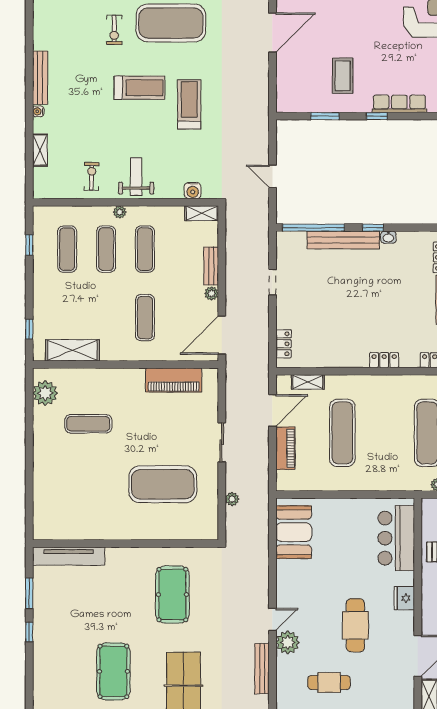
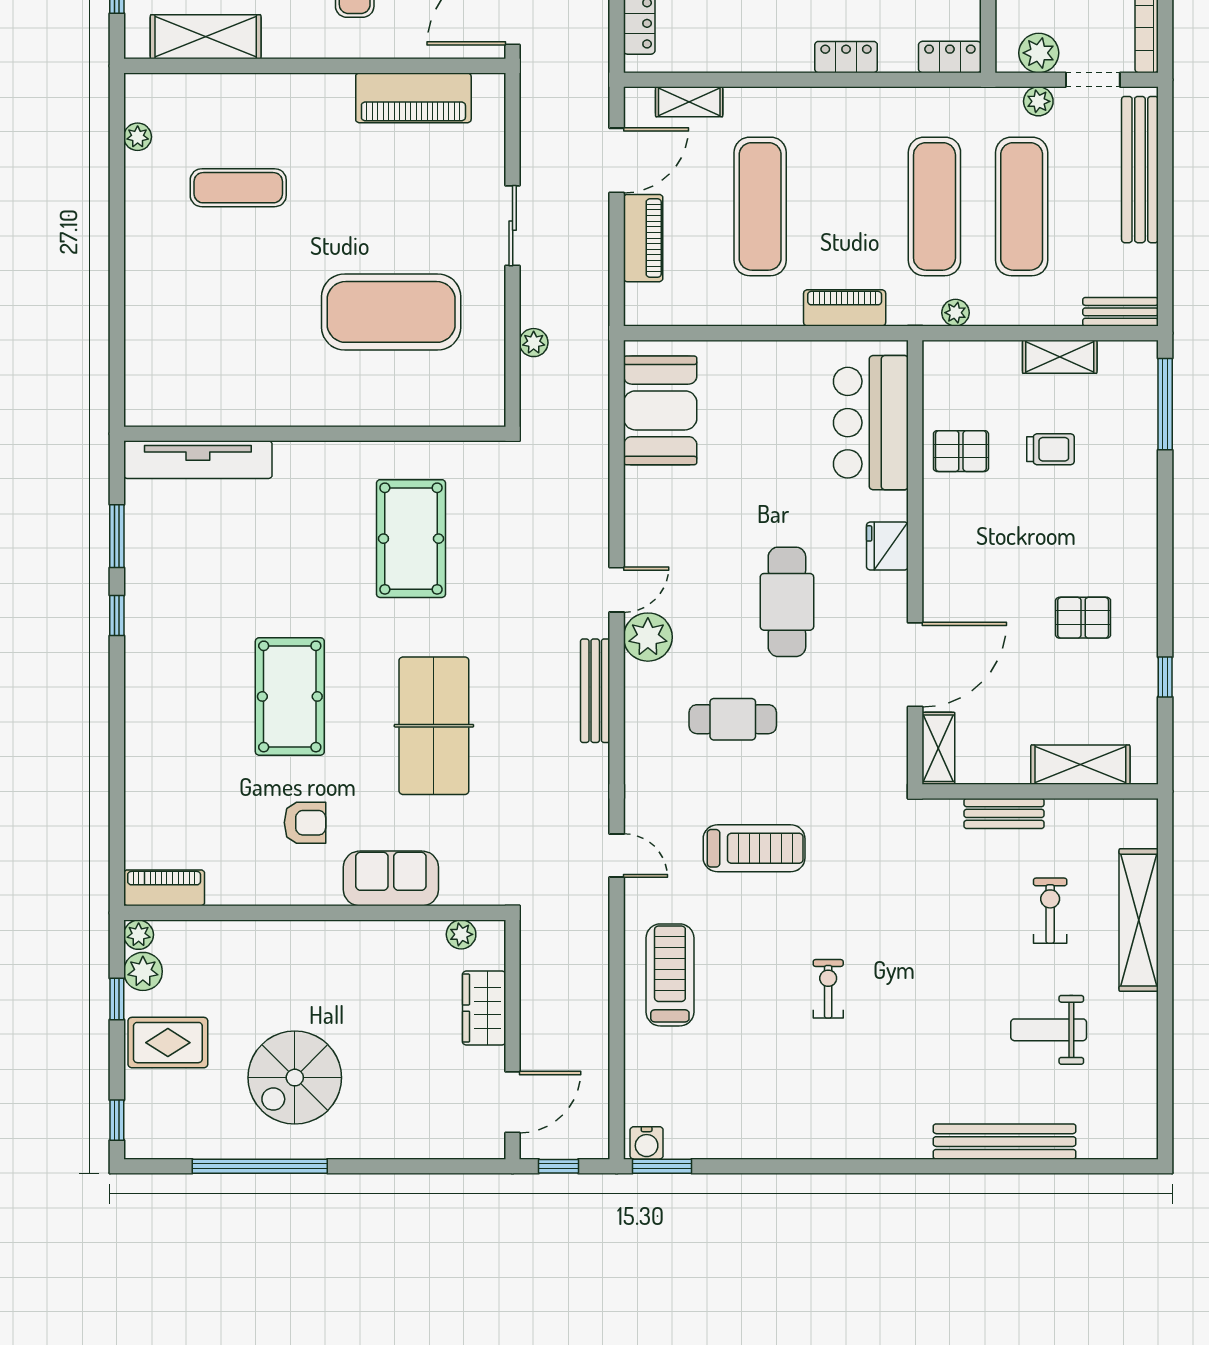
plant: (45, 393) -> (138, 137), width x0.53, depth x0.53
piano: (383, 482) -> (845, 308), added

